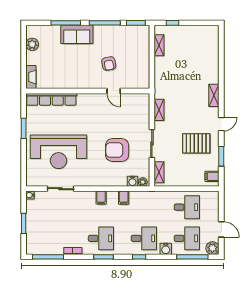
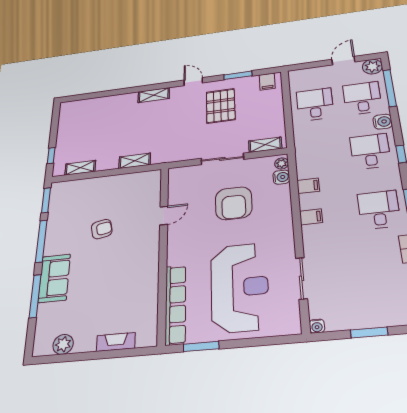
wall: (88, 91) -> (163, 251), moved
door: (114, 91) -> (164, 216), moved
row of seats: (51, 99) -> (175, 304), moved
shelving: (159, 110) -> (135, 161), moved

